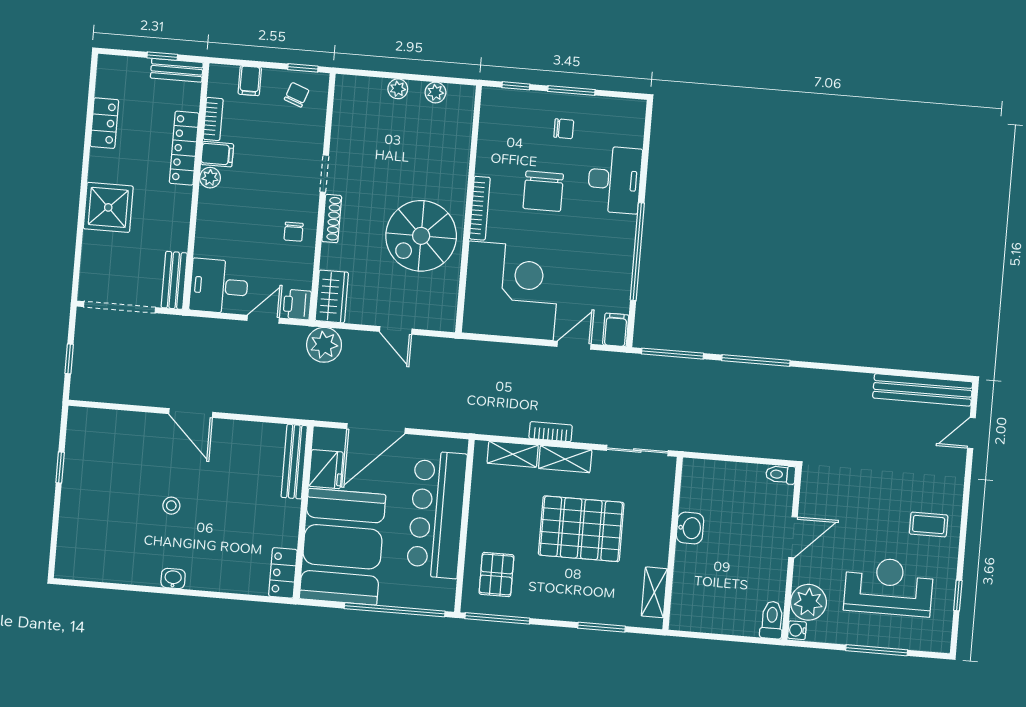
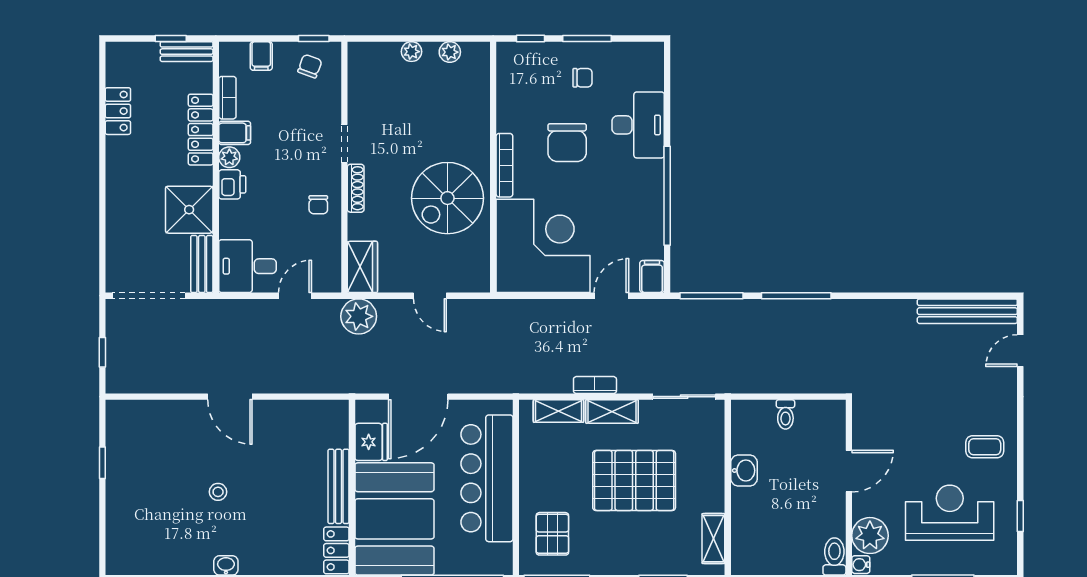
shower: (108, 207) -> (189, 210), moved
printer: (297, 305) -> (232, 184), moved, turned 180
bench: (294, 462) -> (339, 486), moved
toilet: (781, 474) -> (785, 414), moved, turned -90

